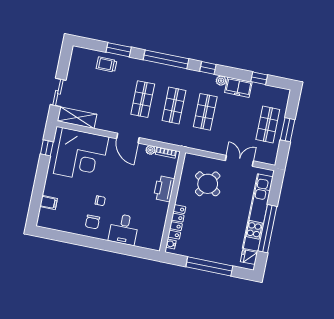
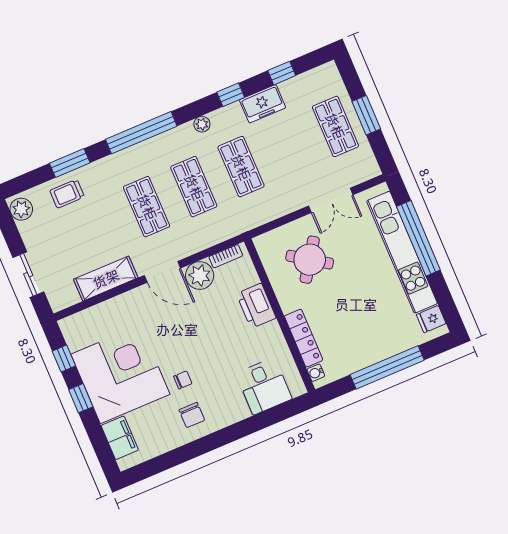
plant: (78, 56) -> (21, 209), added
window: (208, 68) -> (231, 95), moved
plant: (221, 81) -> (202, 124), moved
shelving: (77, 118) -> (106, 279), moved
plant: (150, 150) -> (200, 275), width x1.88, depth x1.88
corner desk: (81, 155) -> (120, 374), moved, turned -90
double door: (239, 161) -> (331, 200), swing flipped
window: (41, 174) -> (81, 398), added
filing cabinet: (49, 202) -> (120, 438), width x2.00
desk: (124, 229) -> (264, 386), moved
window: (267, 229) -> (418, 238), moved

